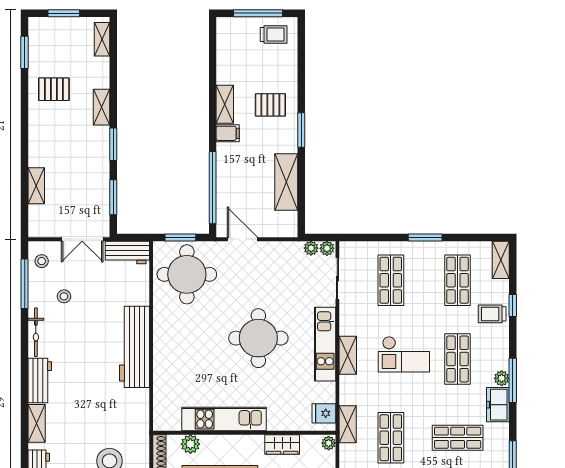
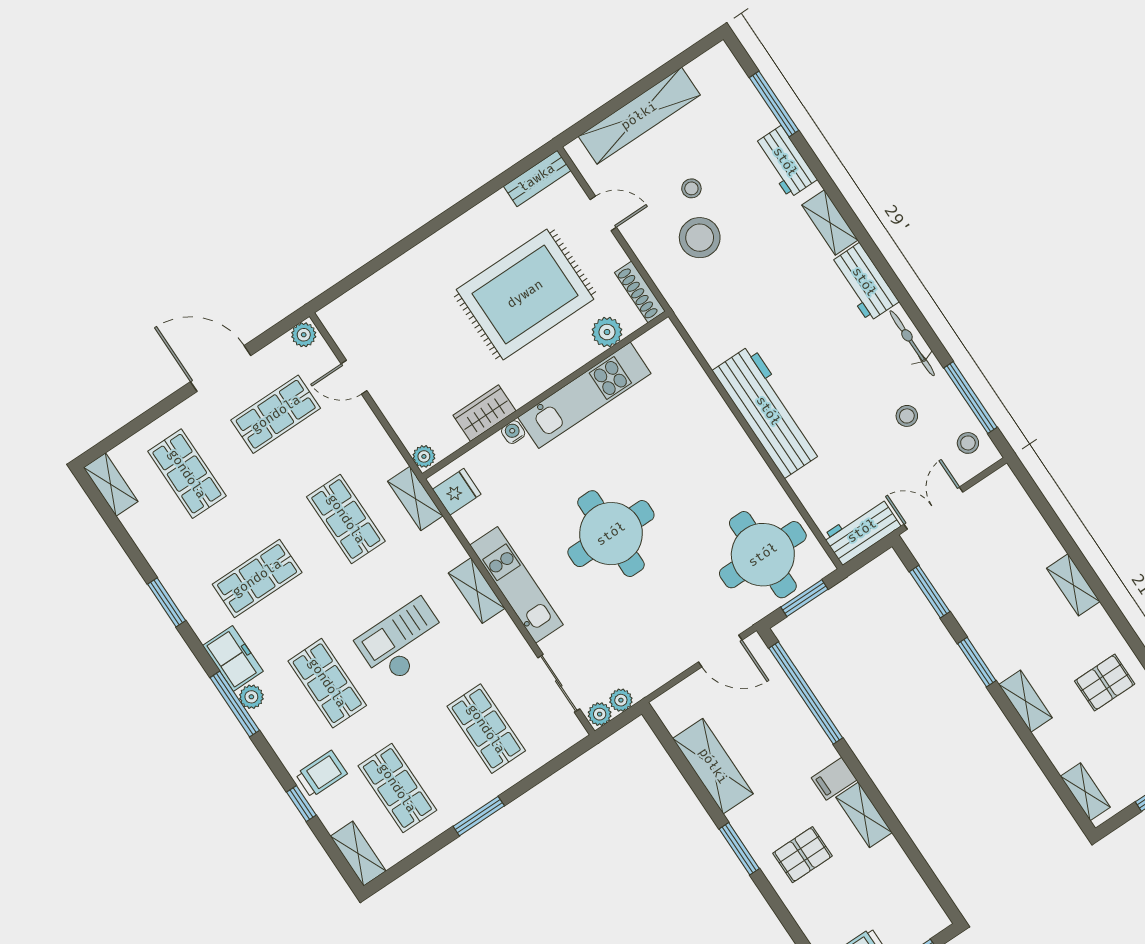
shelving: (36, 186) -> (1073, 585), moved
water cooler: (274, 425) -> (513, 432), added

